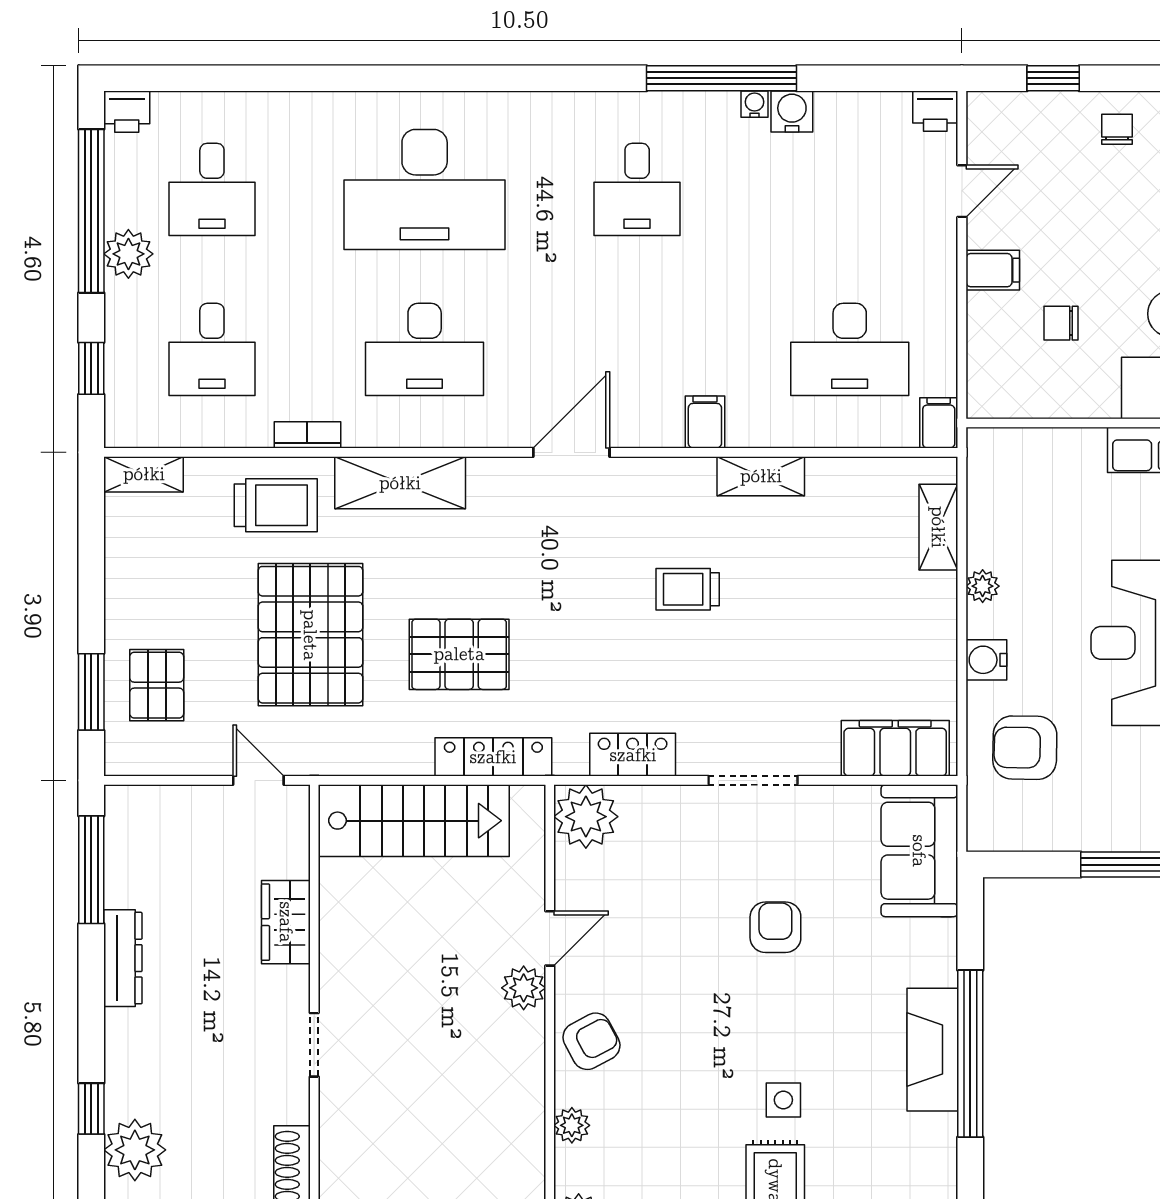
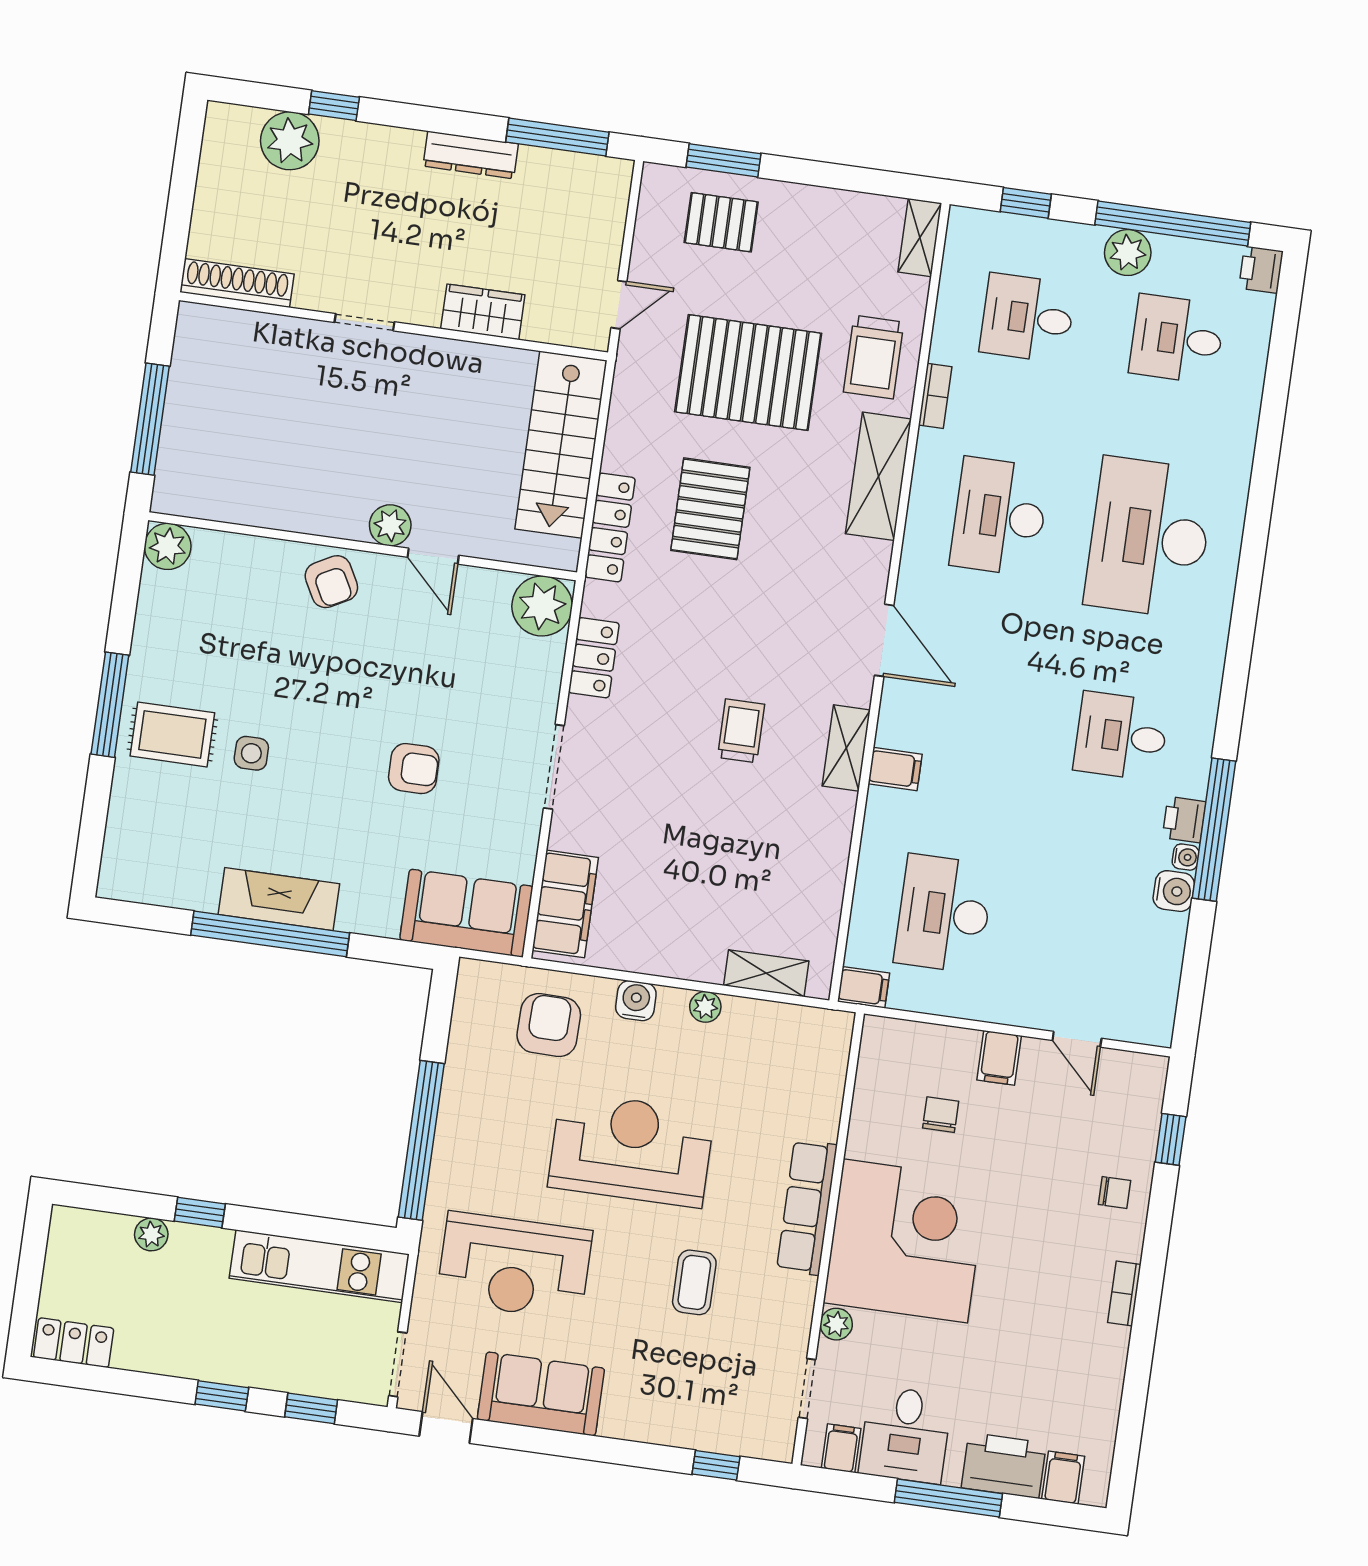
printer: (935, 111) -> (1184, 820), moved
shelving: (761, 476) -> (846, 748), moved
plant: (572, 1125) -> (255, 552), removed

